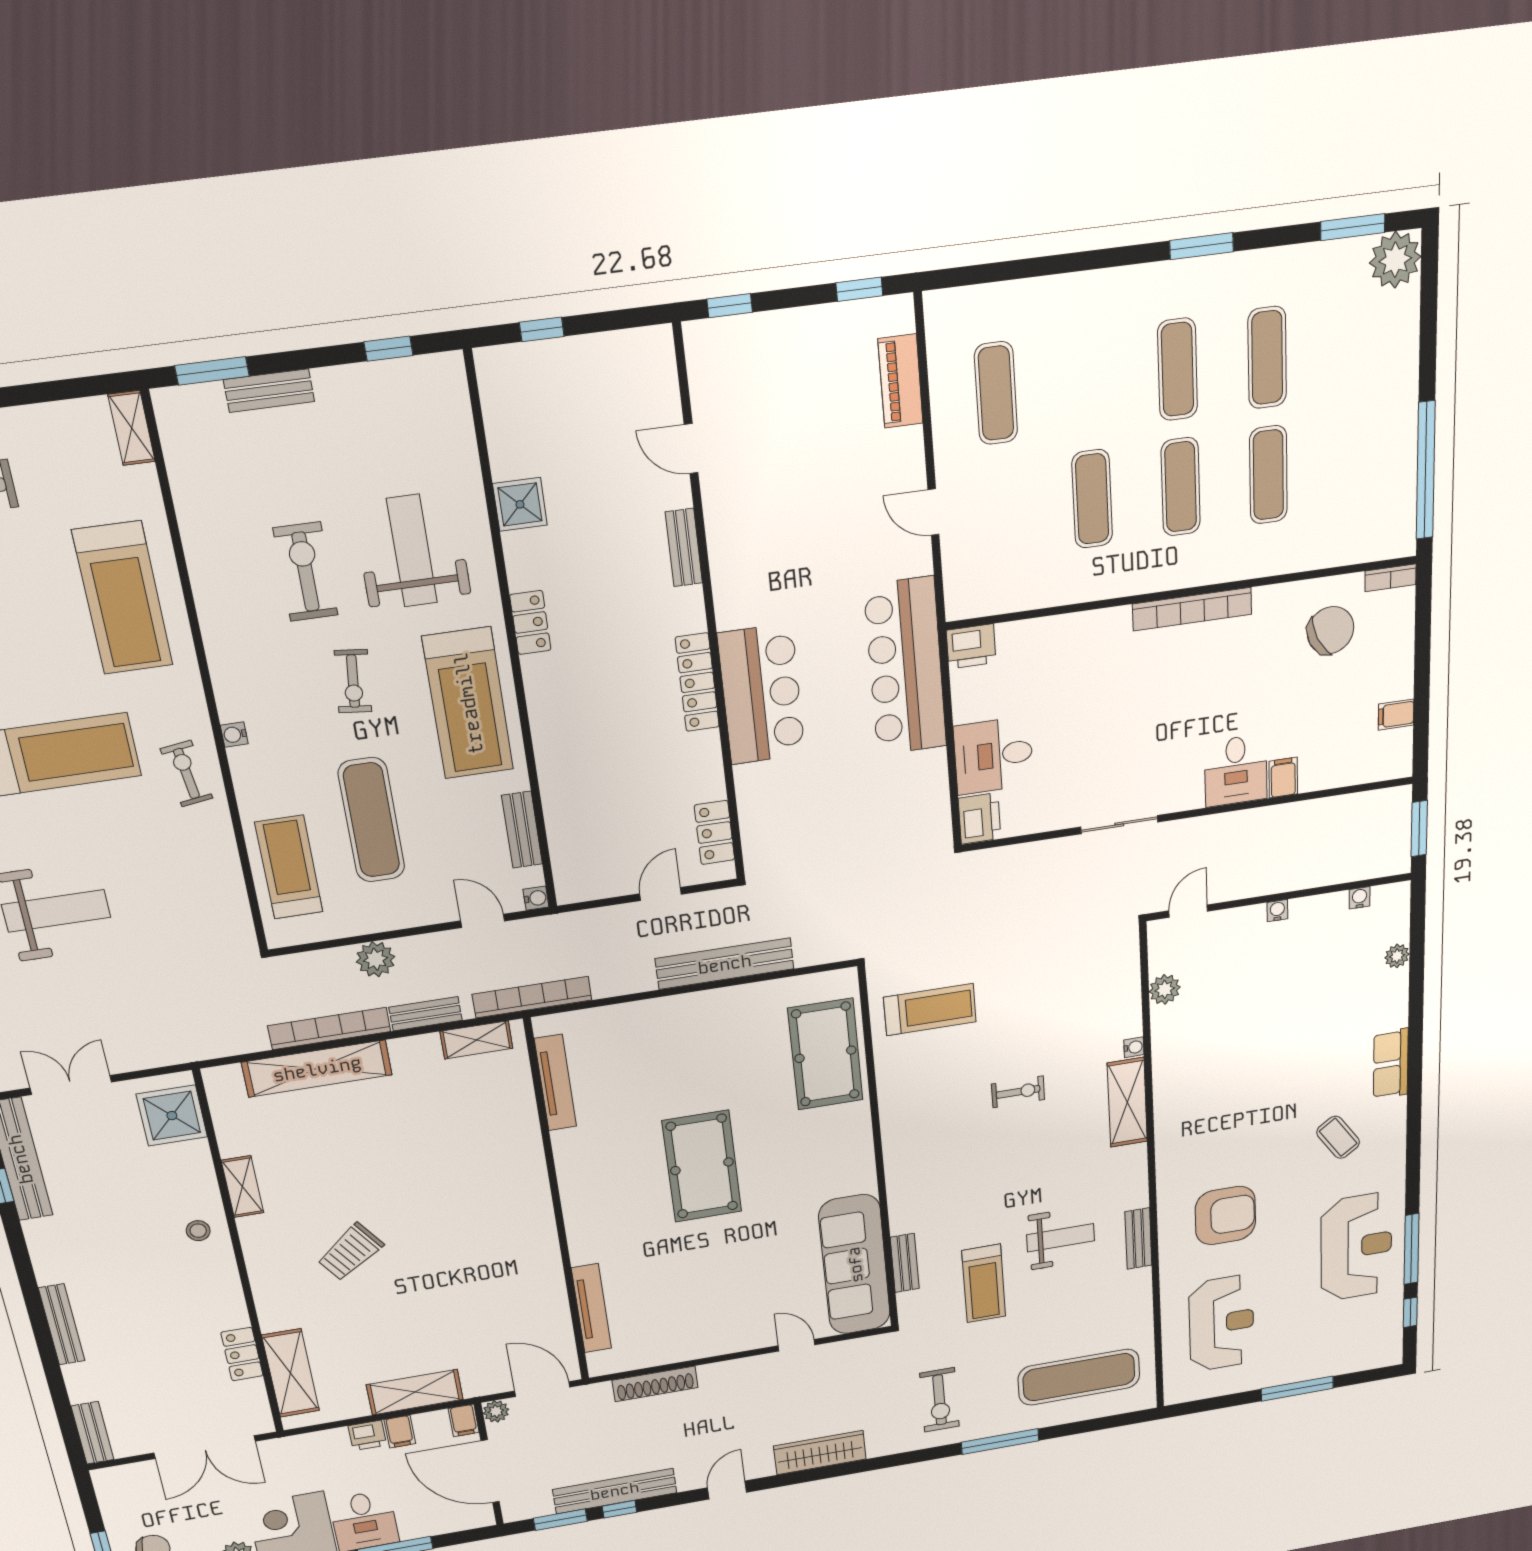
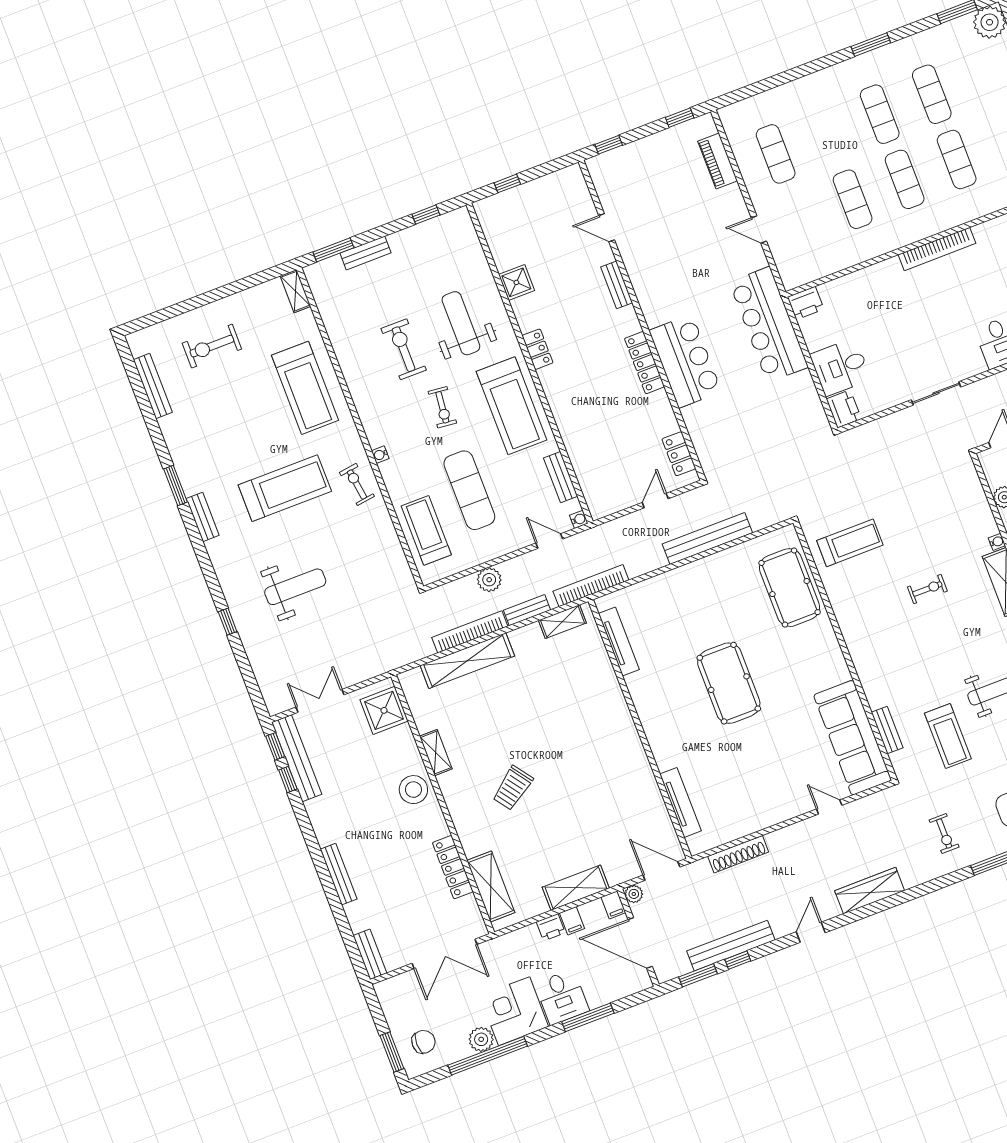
stool: (198, 1231) -> (413, 790), width x1.89, depth x1.89
locker: (242, 1354) -> (453, 867), width x1.53
exercise bike: (940, 1400) -> (944, 834), width x0.73, depth x0.72

